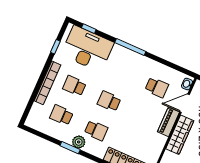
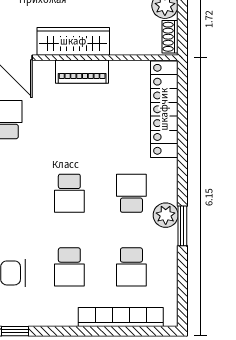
bookcase: (47, 83) -> (121, 317), moved
piano: (168, 122) -> (82, 72), moved

